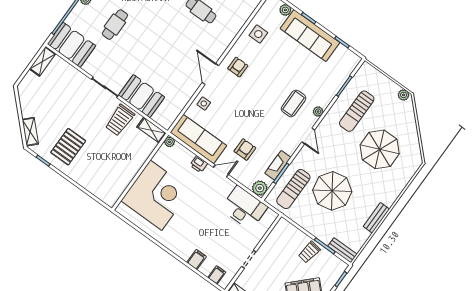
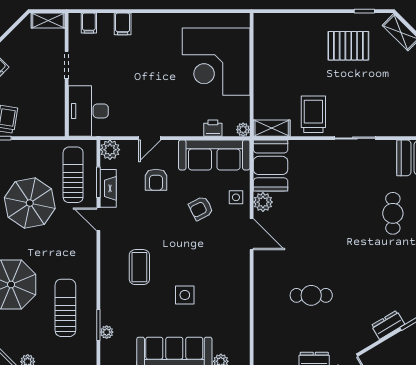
side table: (258, 34) -> (185, 295), moved
armchair: (238, 67) -> (201, 208), moved, turned 63
plant: (189, 89) -> (263, 202), added
booth: (142, 96) -> (271, 165), moved, turned 90
plant: (318, 112) -> (107, 332), moved
door: (308, 136) -> (98, 219), moved
pallet: (68, 147) -> (348, 46), turned 90
printer: (199, 164) -> (213, 128), moved
door: (221, 171) -> (150, 138), moved
desk: (244, 208) -> (88, 111), moved, turned 90

